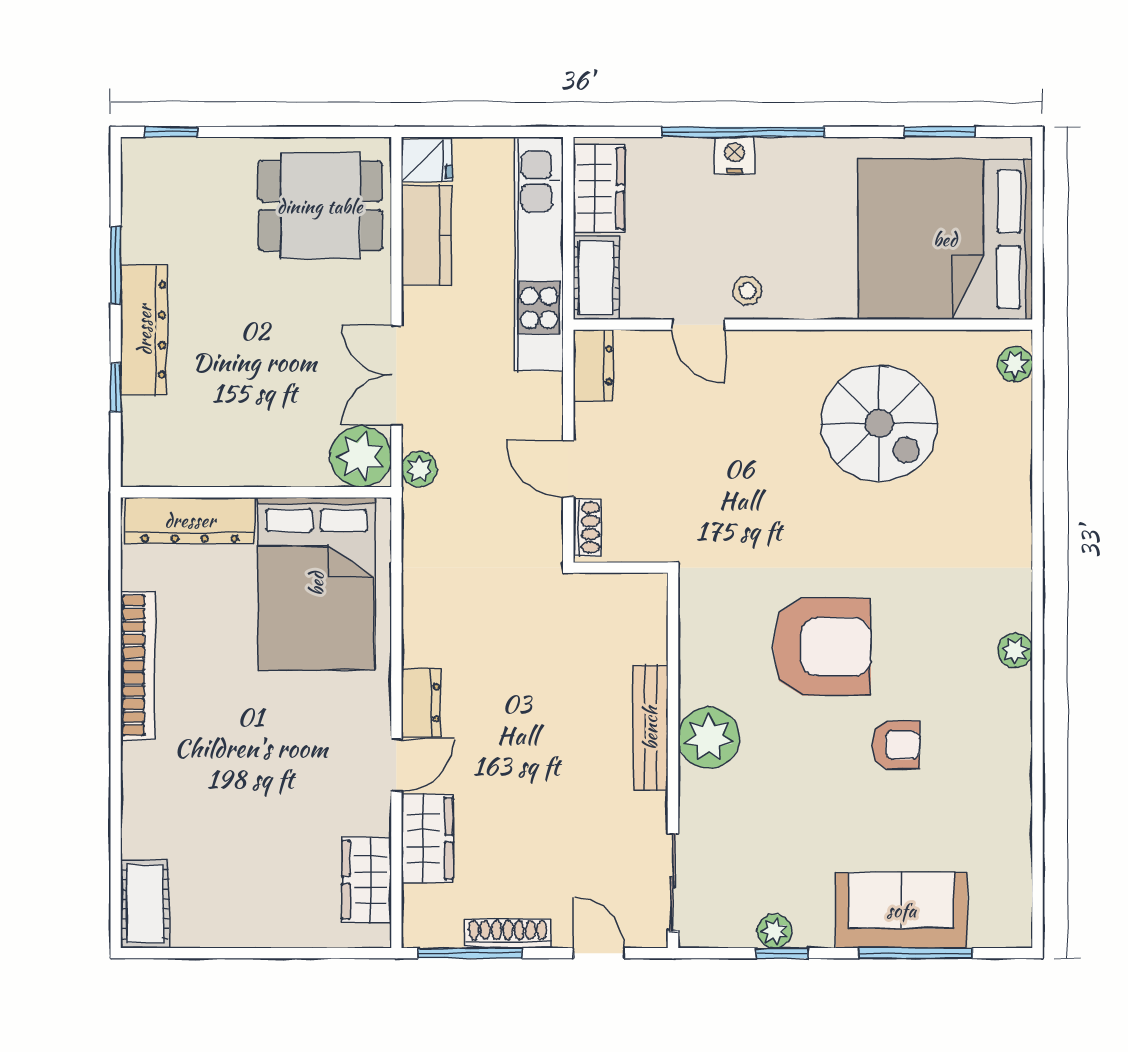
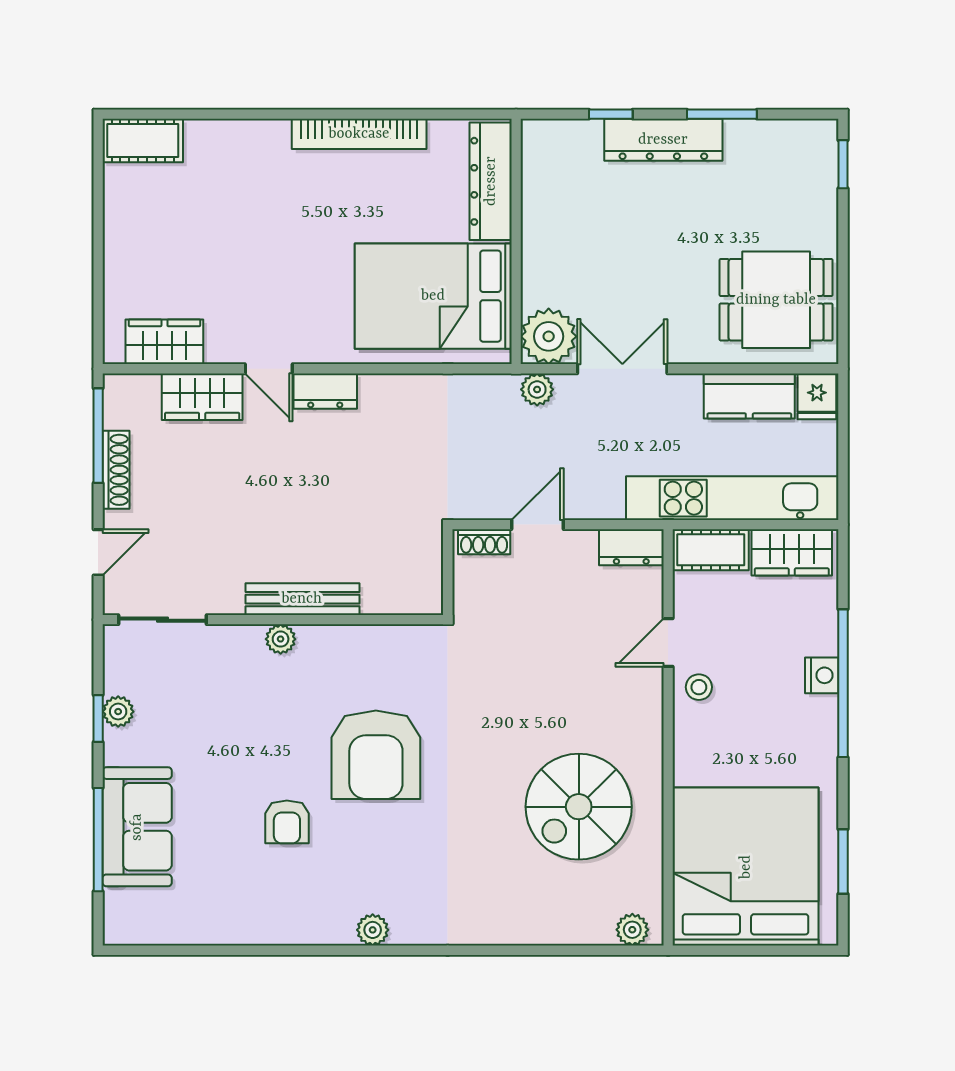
dining table: (320, 206) -> (776, 300), turned 90
plant: (709, 738) -> (281, 639), width x0.53, depth x0.53

